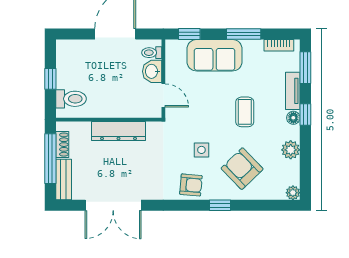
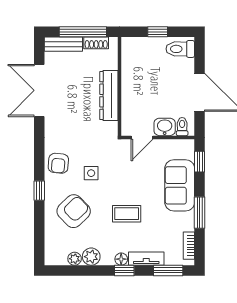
toilet: (71, 99) -> (180, 49), moved, turned 90
plant: (293, 193) -> (75, 259), moved

